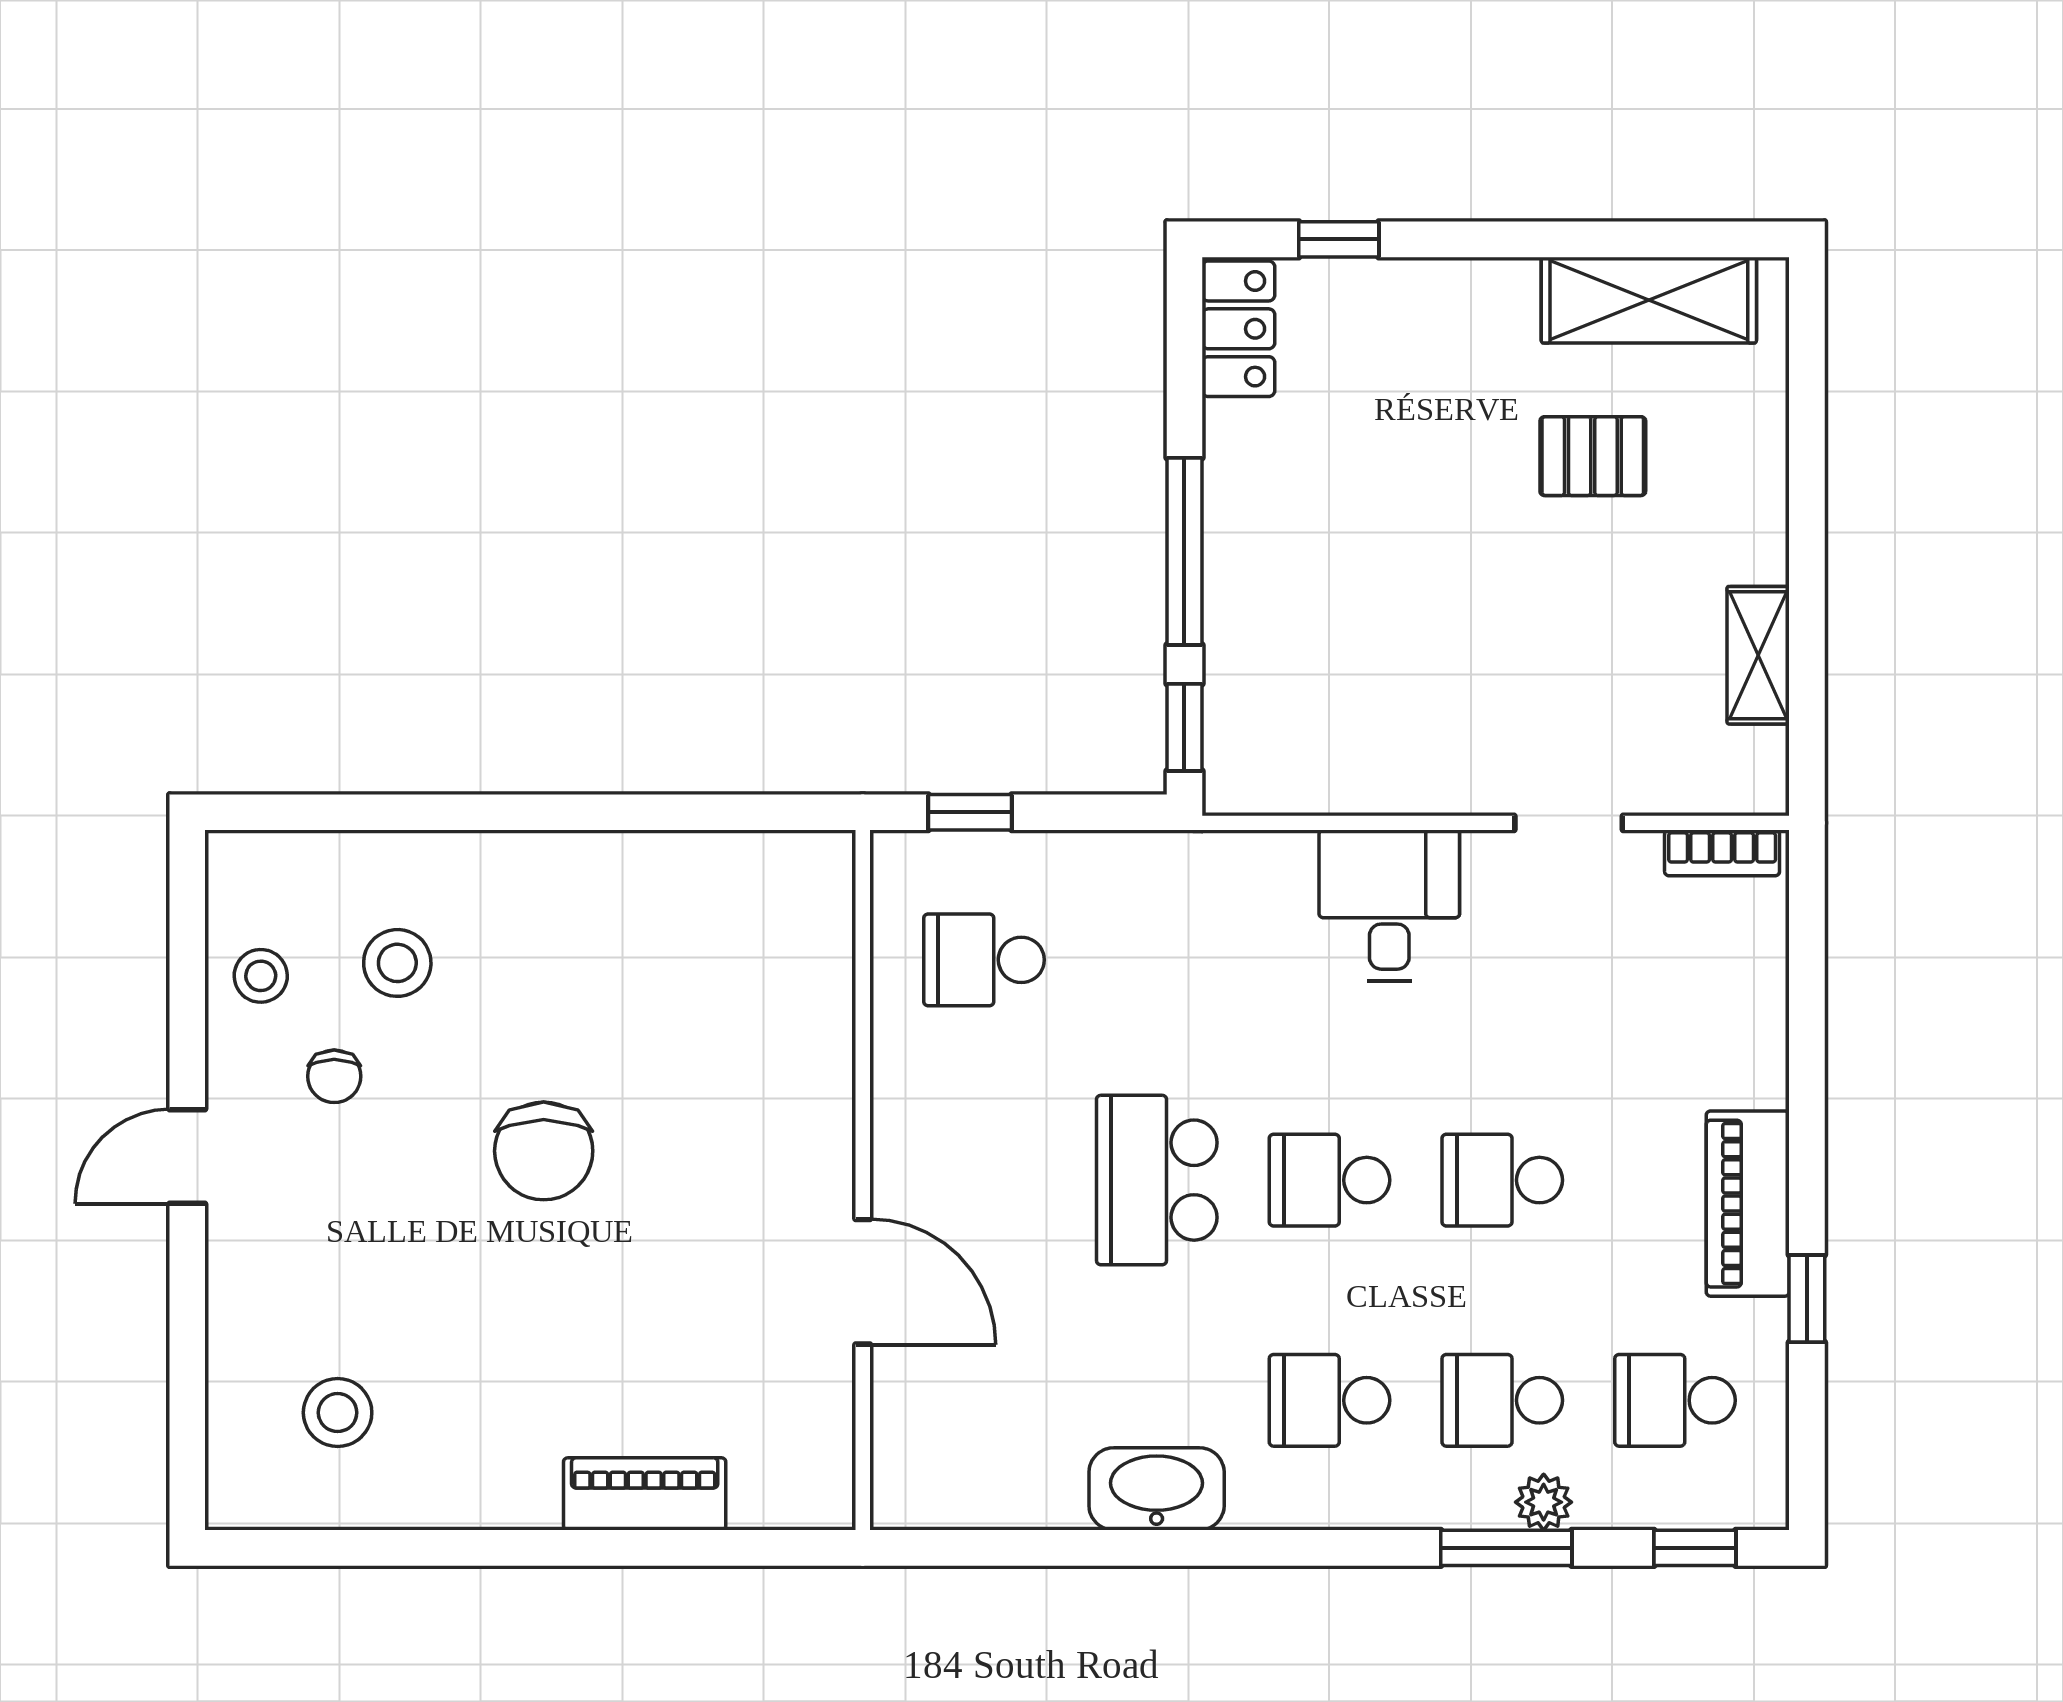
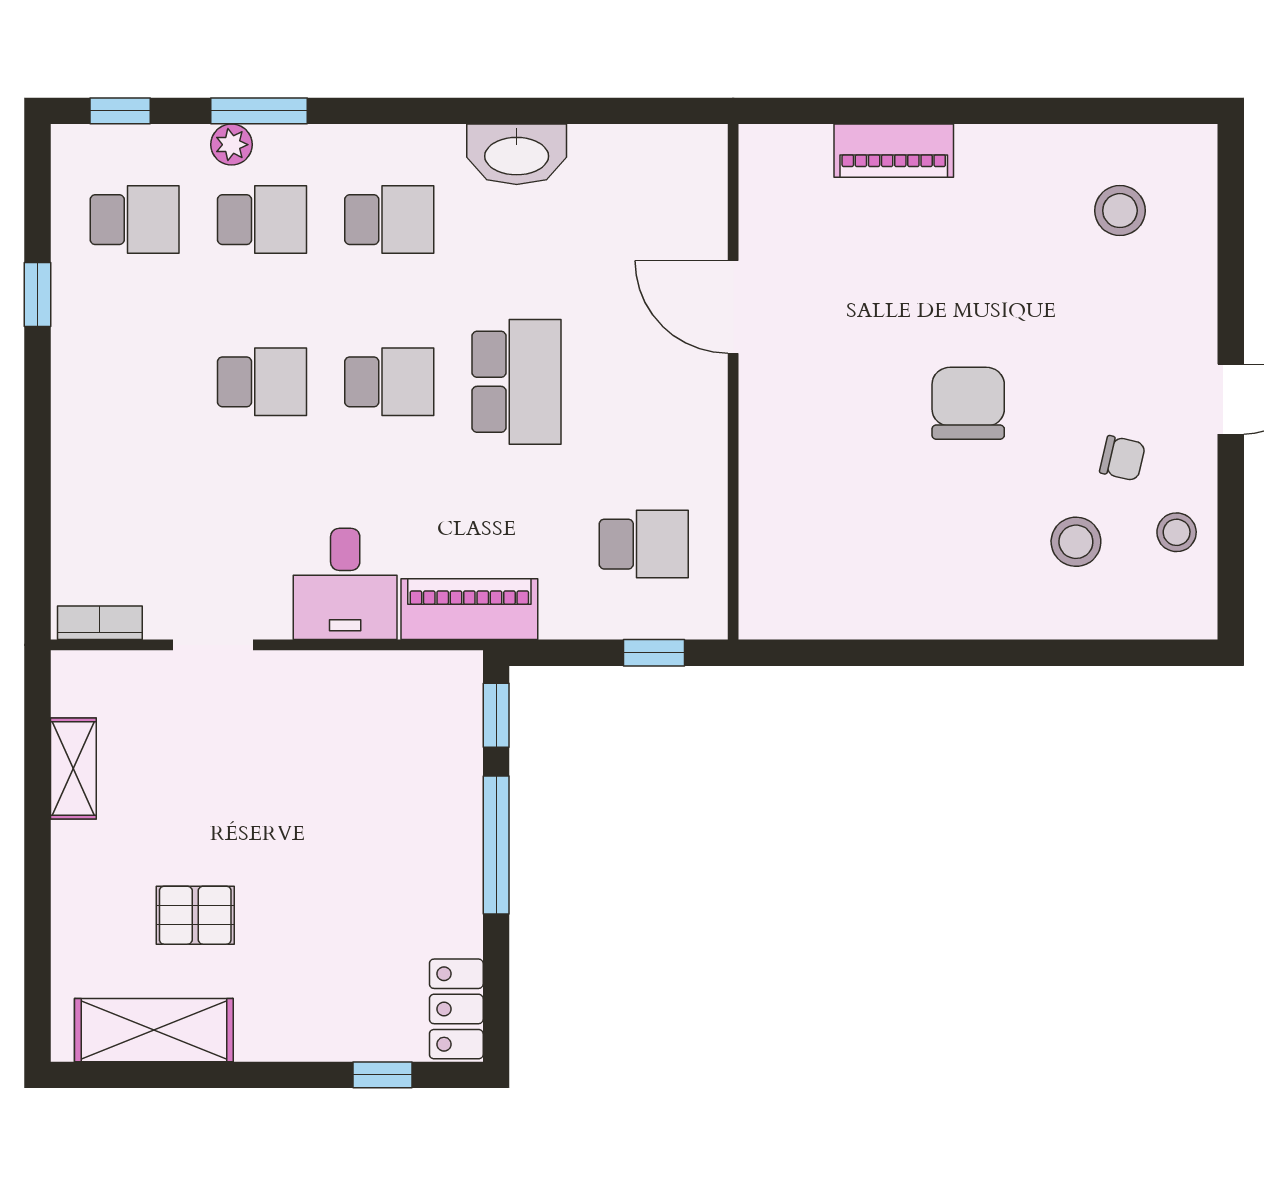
chair: (334, 1076) -> (1122, 458), turned 103
piano: (1748, 1204) -> (469, 609), moved, turned -90

